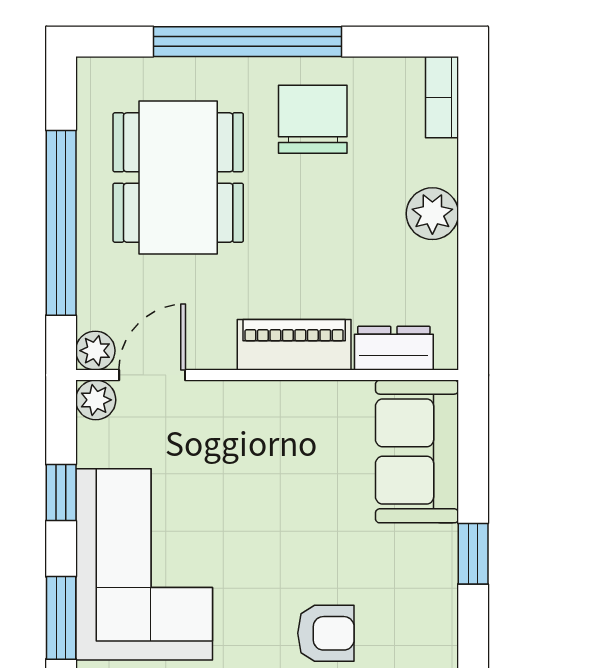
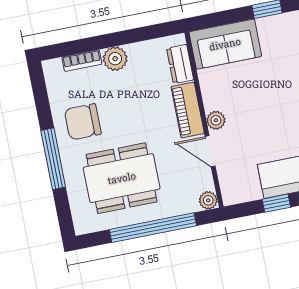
window: (248, 42) -> (53, 159), width x0.68
bookcase: (442, 97) -> (82, 61), moved
door: (152, 375) -> (210, 151), moved
plant: (96, 400) -> (216, 120), moved

